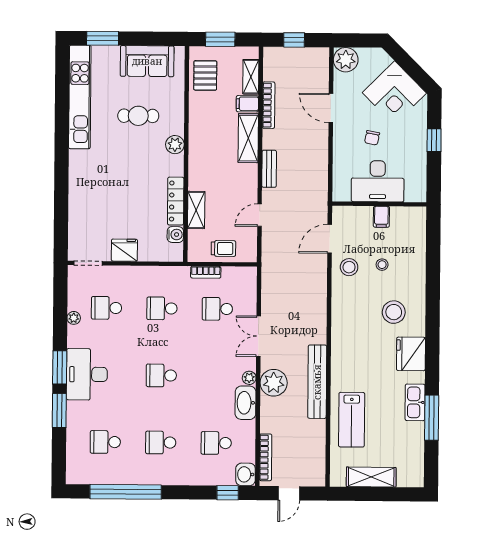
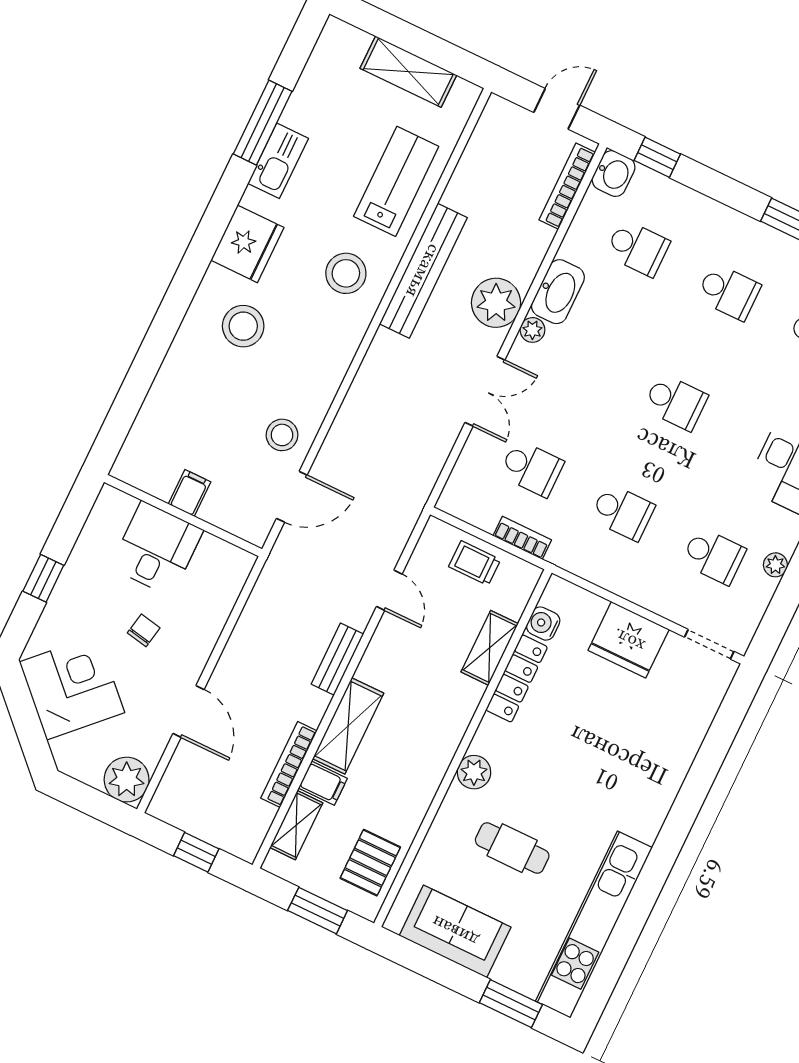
desk: (378, 181) -> (157, 549), width x0.73
door: (260, 215) -> (389, 590), hinge flipped
fridge: (124, 250) -> (629, 640), width x1.36, depth x1.34
stool: (382, 265) -> (346, 273), moved, width x1.89, depth x1.89

